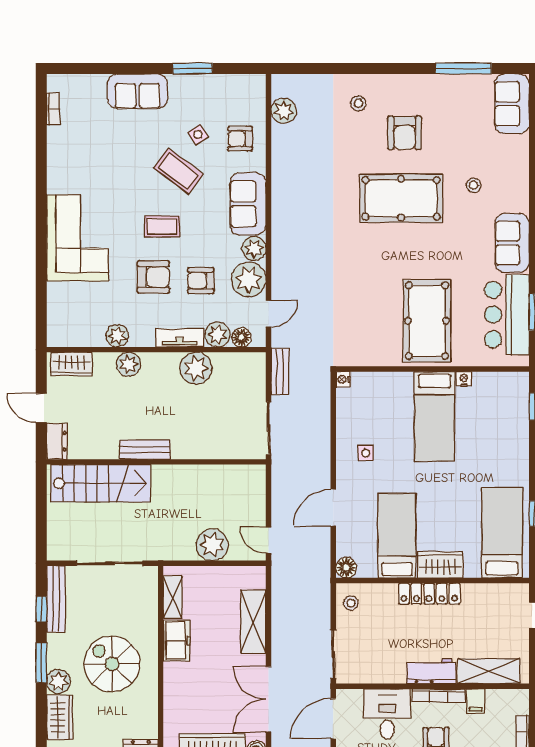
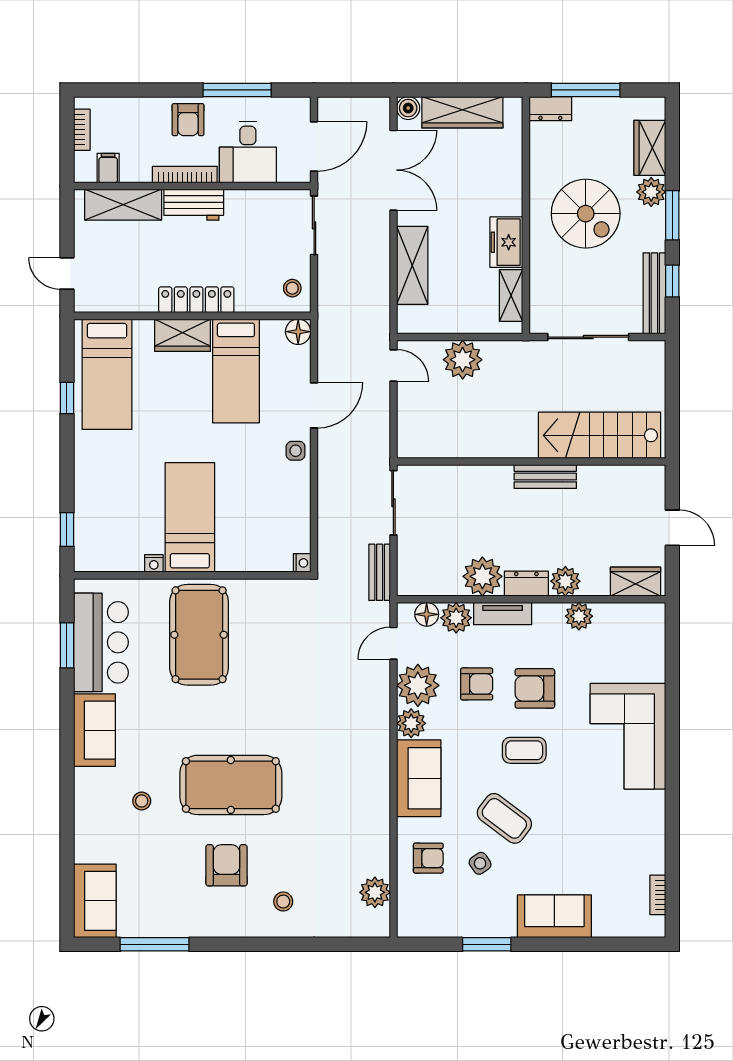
dresser: (57, 441) -> (526, 584), moved, turned 90
side table: (366, 453) -> (296, 451), moved
filing cabinet: (476, 701) -> (108, 168), moved

